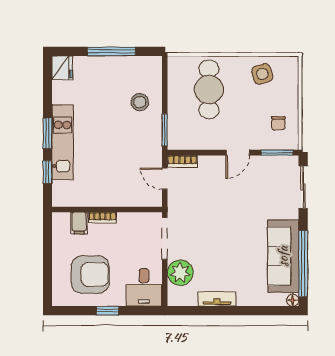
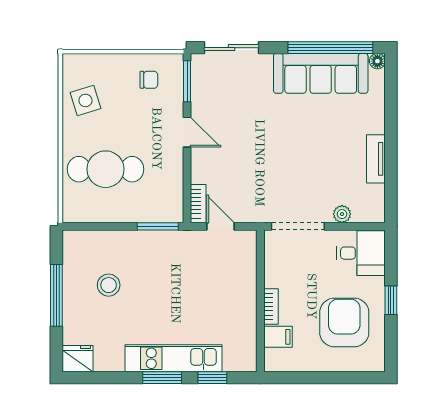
stool: (140, 102) -> (109, 285), moved
door: (165, 179) -> (221, 226), swing flipped
plant: (180, 273) -> (342, 214), width x0.53, depth x0.53

